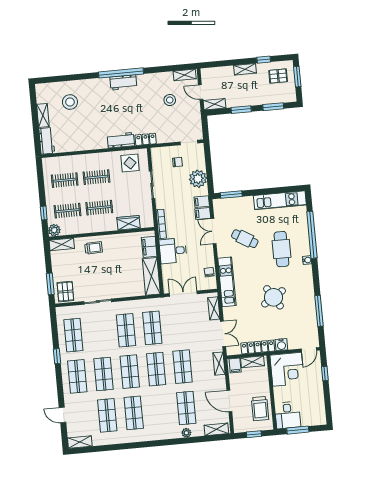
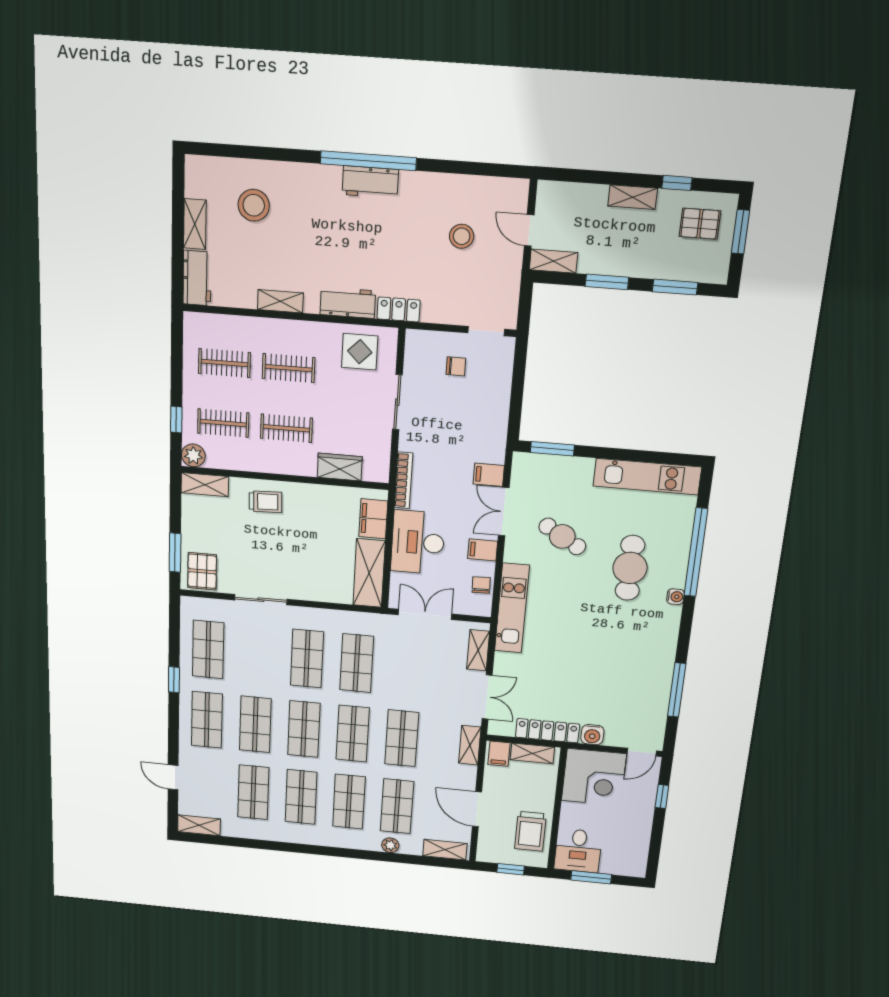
shelving: (185, 75) -> (280, 301), moved
plant: (198, 179) -> (492, 406), removed
filing cabinet: (202, 202) -> (483, 550), moved
desk: (173, 251) -> (418, 542), width x1.37
round table: (274, 297) -> (595, 651), removed
shop shelf: (160, 410) -> (349, 802), added

